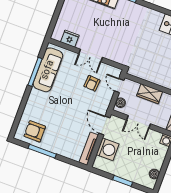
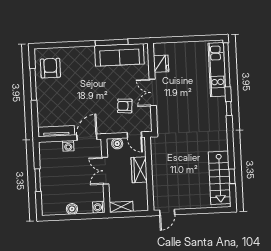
door: (119, 86) -> (134, 135), swing flipped
washing machine: (108, 149) -> (68, 146), width x0.53, depth x0.53
boiler: (154, 174) -> (72, 209), moved

